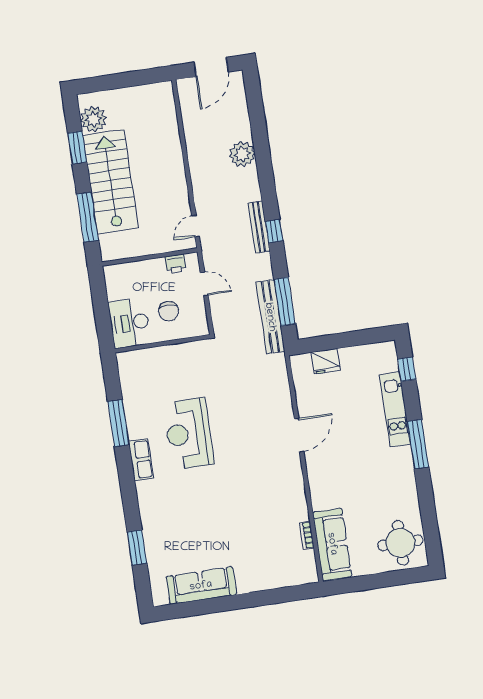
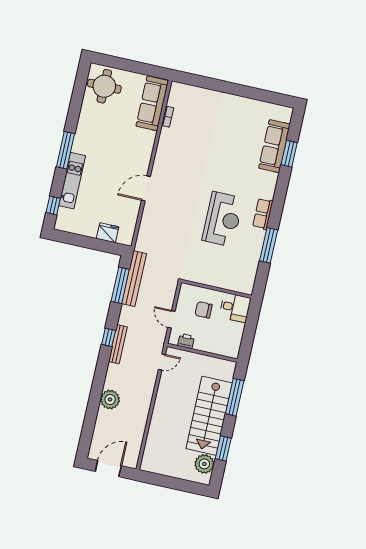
chair: (169, 311) -> (204, 310), turned -90
desk: (129, 323) -> (235, 308), width x0.73
sofa: (201, 586) -> (274, 146), moved, turned 90

